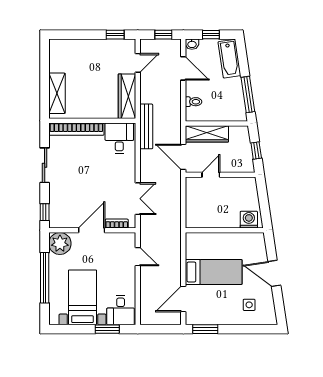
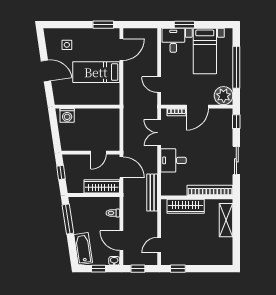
wardrobe: (127, 96) -> (186, 206), moved, turned 90
desk: (119, 138) -> (173, 160), moved, turned 90

